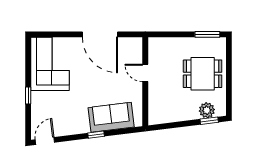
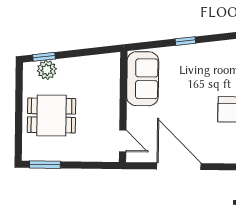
door: (145, 73) -> (123, 141), moved
sofa: (111, 117) -> (143, 79), moved, turned -83

